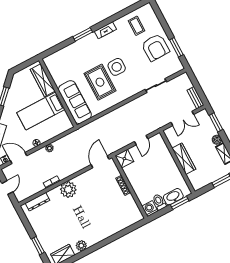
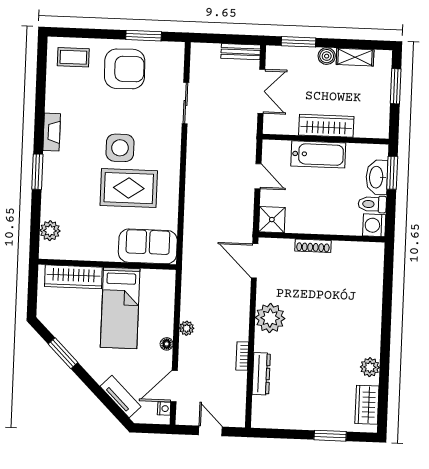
coffee table: (137, 26) -> (73, 57), moved
plant: (58, 57) -> (50, 231), added
sofa: (75, 102) -> (148, 246), width x0.73
bathtub: (168, 163) -> (318, 154), added
plant: (68, 190) -> (270, 318), moved
dresser: (37, 202) -> (261, 374), moved

